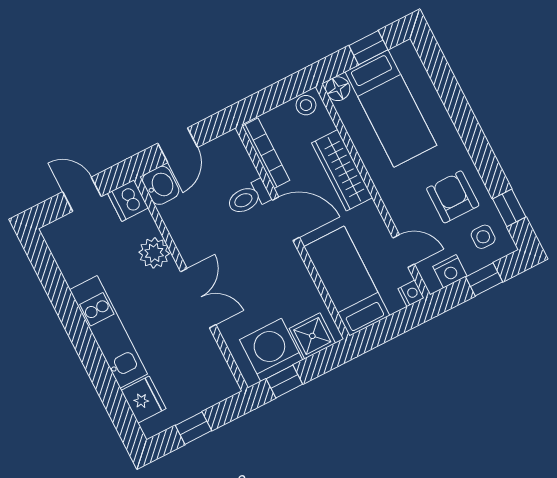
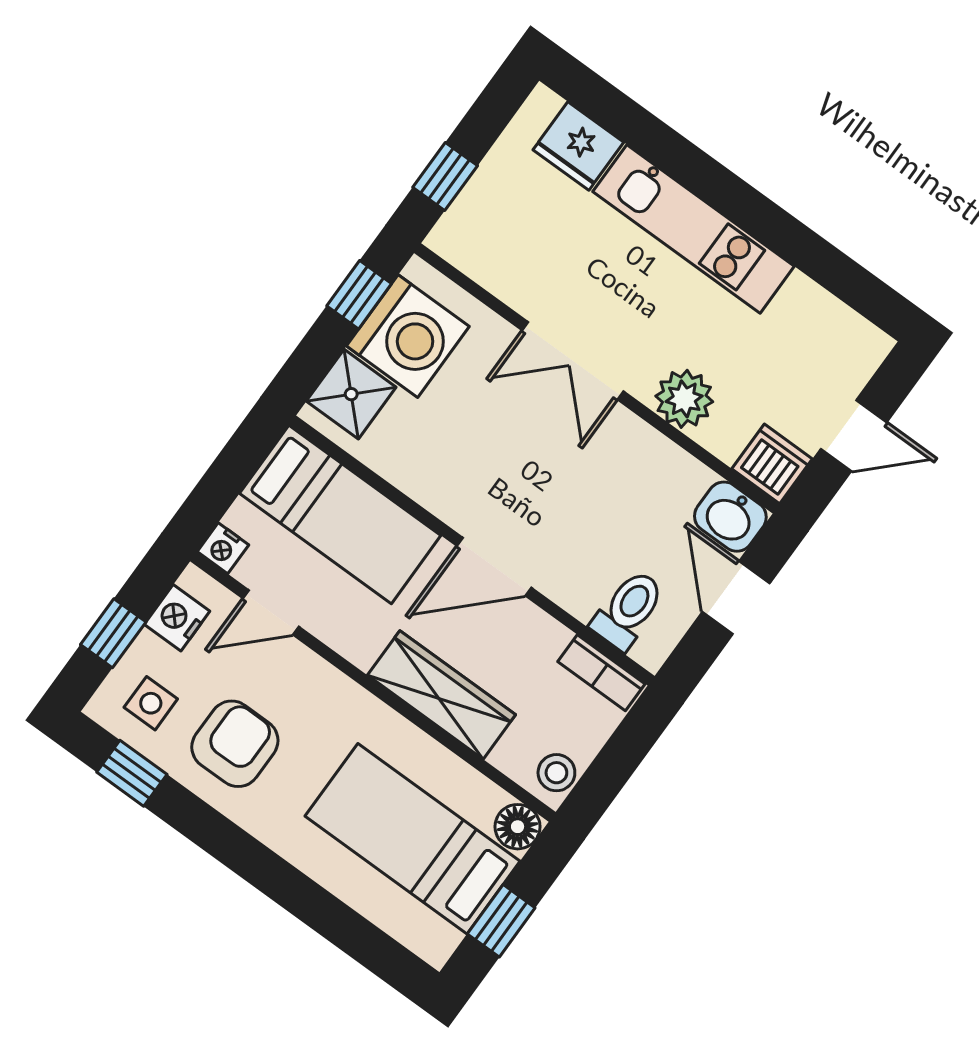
bookcase: (266, 153) -> (601, 673), width x0.64
armchair: (453, 197) -> (235, 744), turned -90
toilet: (249, 198) -> (628, 610), moved
window: (194, 428) -> (445, 176), moved

